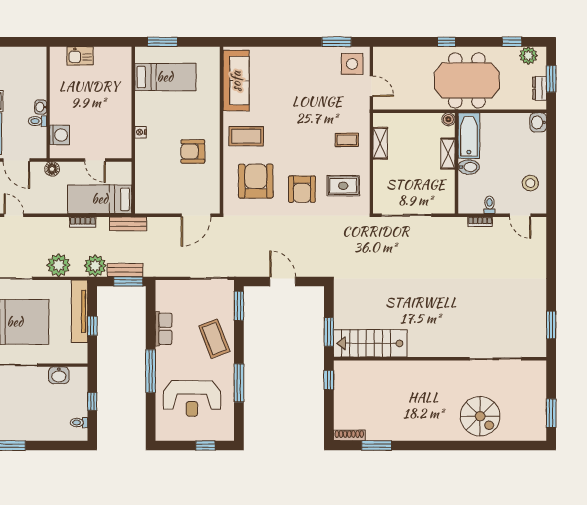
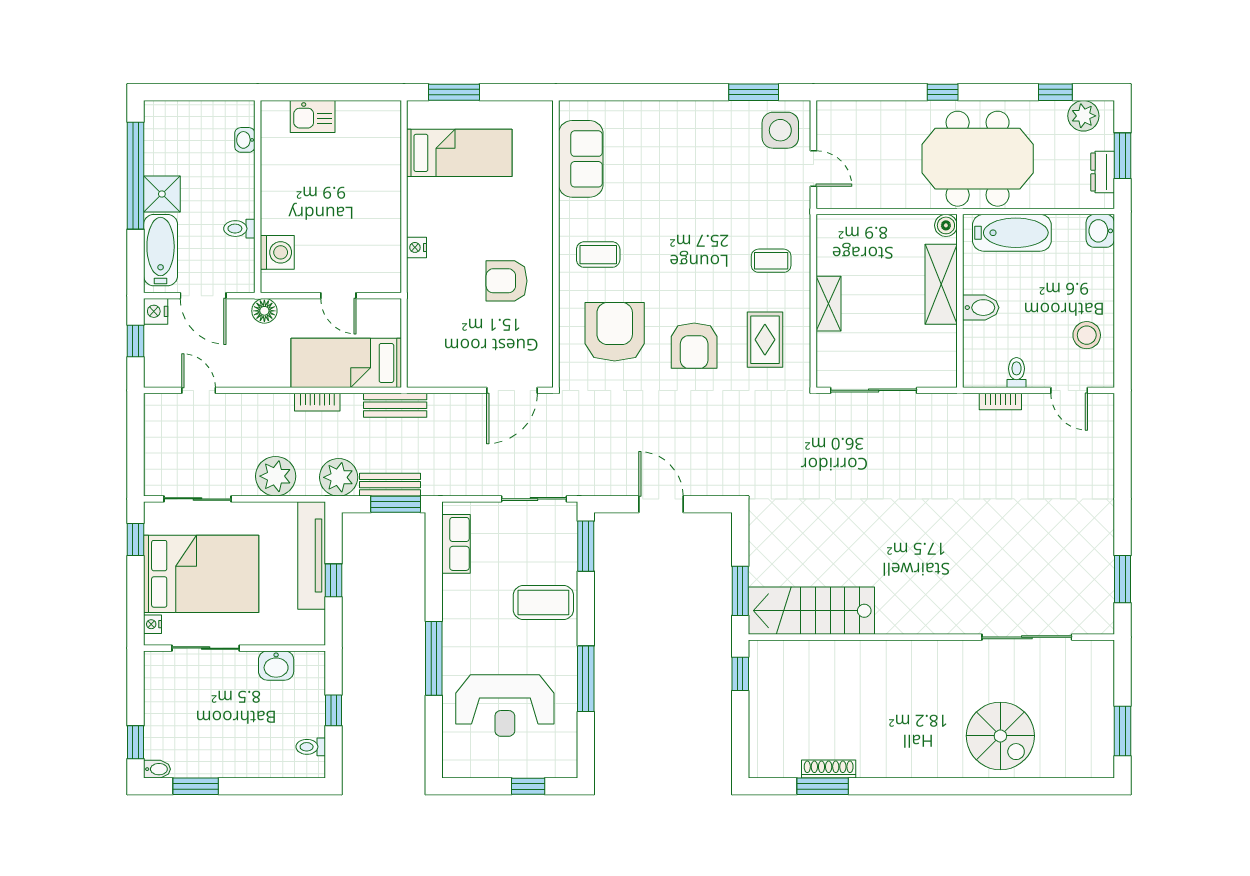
sofa: (236, 81) -> (581, 159), width x0.73
washbasin: (41, 107) -> (245, 140), moved
coffee table: (246, 136) -> (598, 255), width x0.73, depth x0.77
bathtub: (469, 136) -> (1012, 233), moved, turned 90
shelving: (380, 143) -> (828, 304), moved
shelving: (448, 154) -> (941, 284), width x1.50, depth x1.33
rug: (343, 186) -> (765, 340), turned 90
row of seats: (164, 329) -> (456, 544), moved
coffee table: (214, 339) -> (543, 603), turned -69
shoe rack: (349, 435) -> (829, 769), moved

